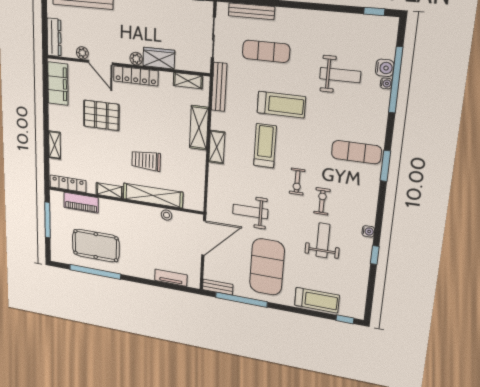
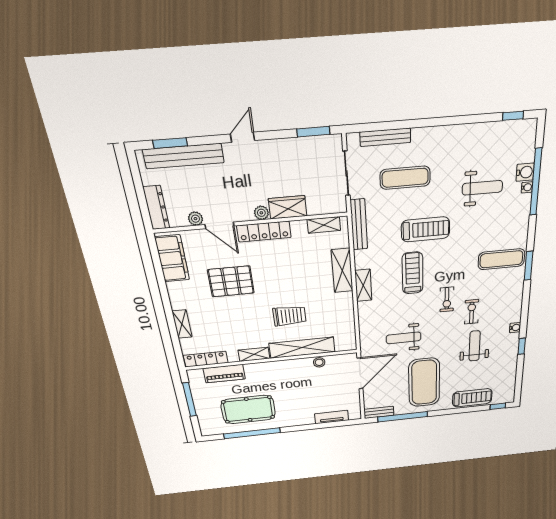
trolley: (146, 161) -> (289, 316), turned 180

